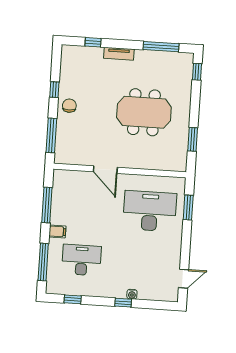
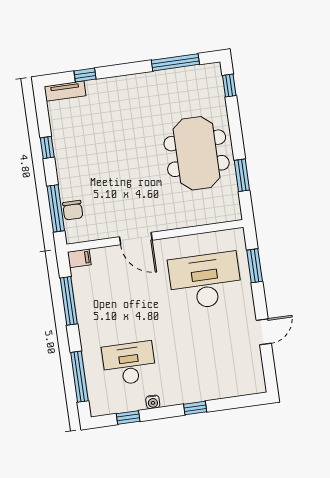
tv unit: (119, 54) -> (65, 91), moved
chair: (69, 106) -> (73, 210), moved, turned 180
meeting table: (144, 112) -> (197, 153), moved, turned 90
filing cabinet: (57, 231) -> (79, 258), moved
door: (184, 279) -> (264, 332), moved
water cooler: (132, 294) -> (153, 402), moved

